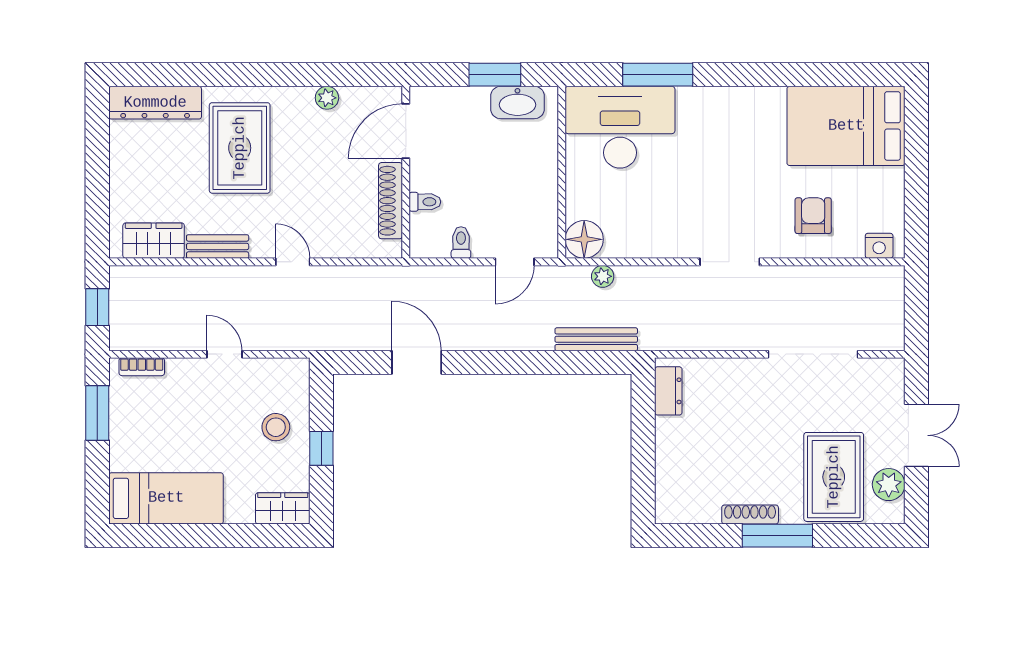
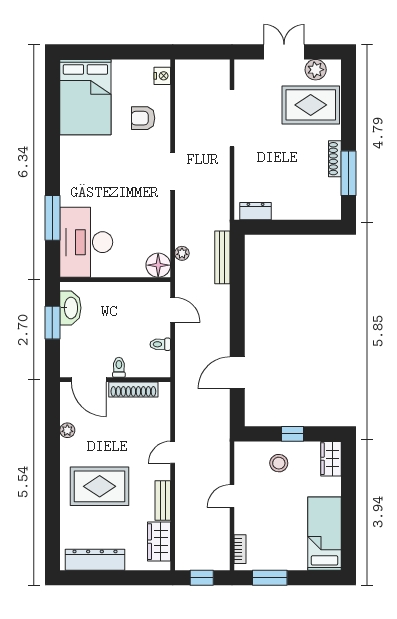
dresser: (155, 103) -> (95, 560), moved, turned -90
toilet: (425, 202) -> (119, 367), moved
window: (777, 536) -> (348, 173), moved

